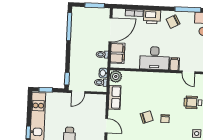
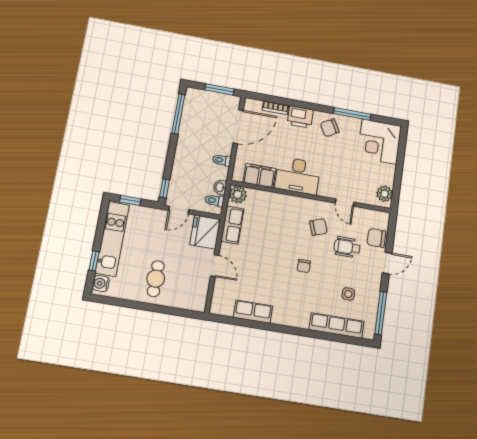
filing cabinet: (118, 53) -> (259, 176), moved, turned -90
filing cabinet: (174, 64) -> (325, 188), removed
fridge: (97, 104) -> (205, 232), added
chair: (147, 117) -> (318, 227), moved

